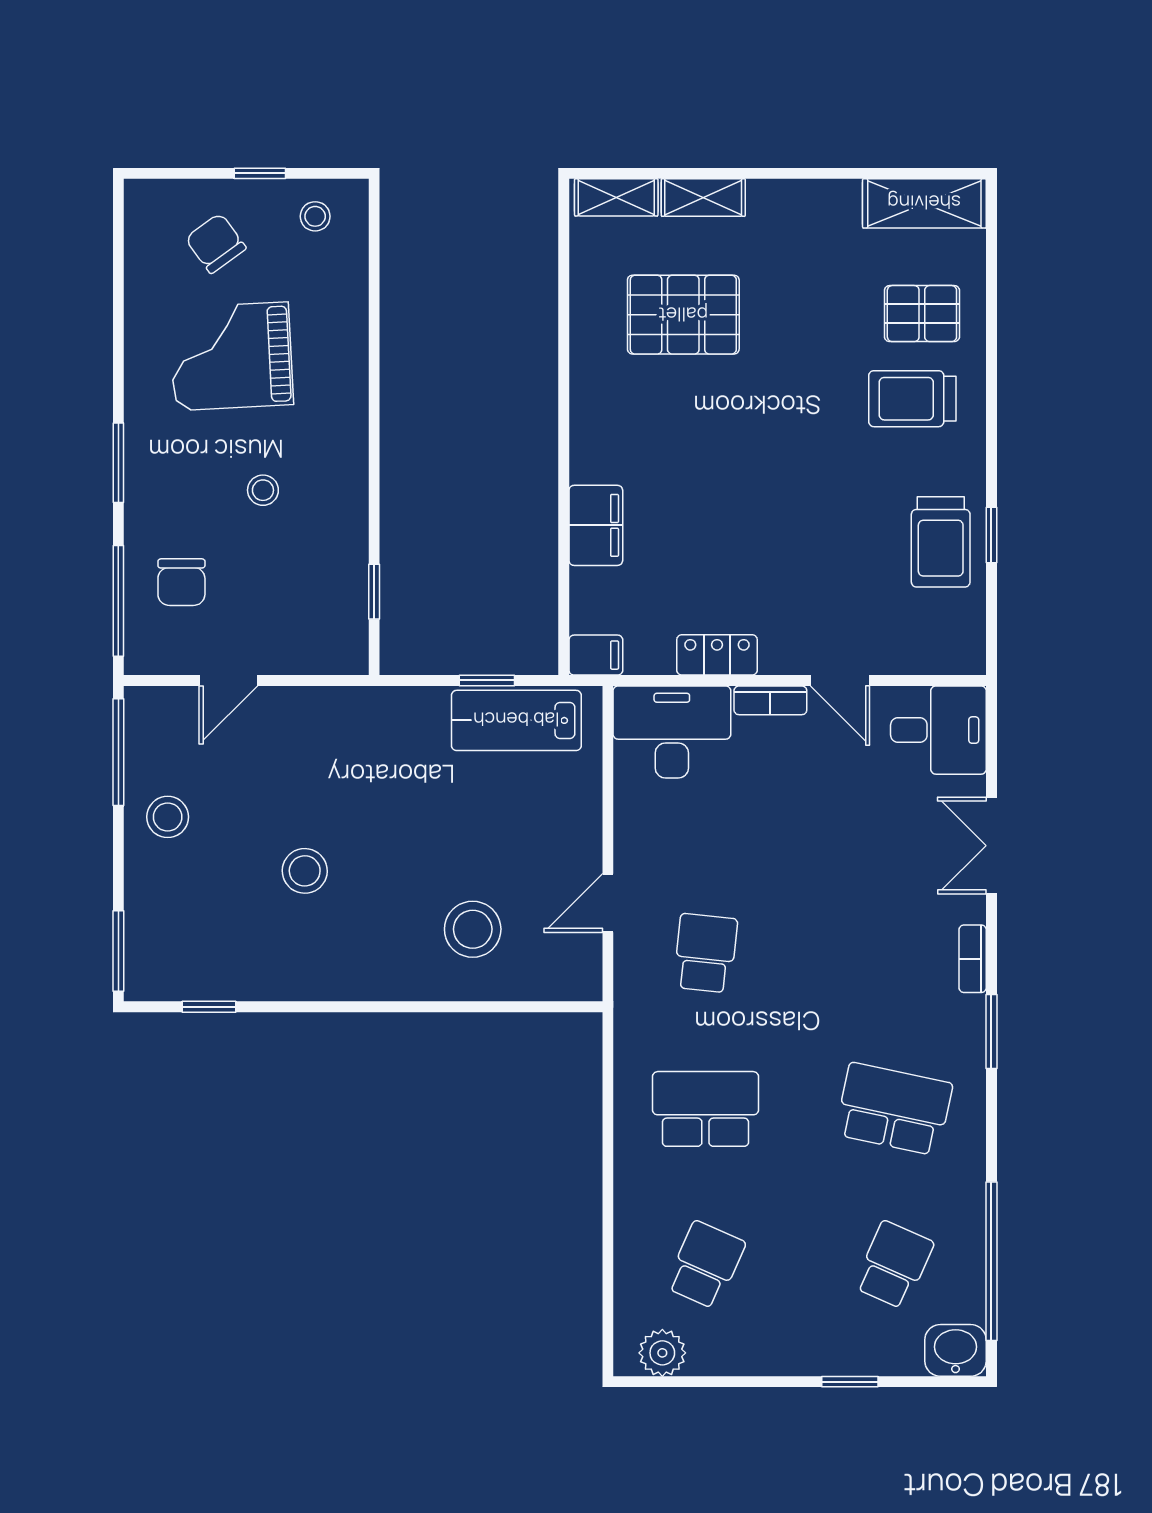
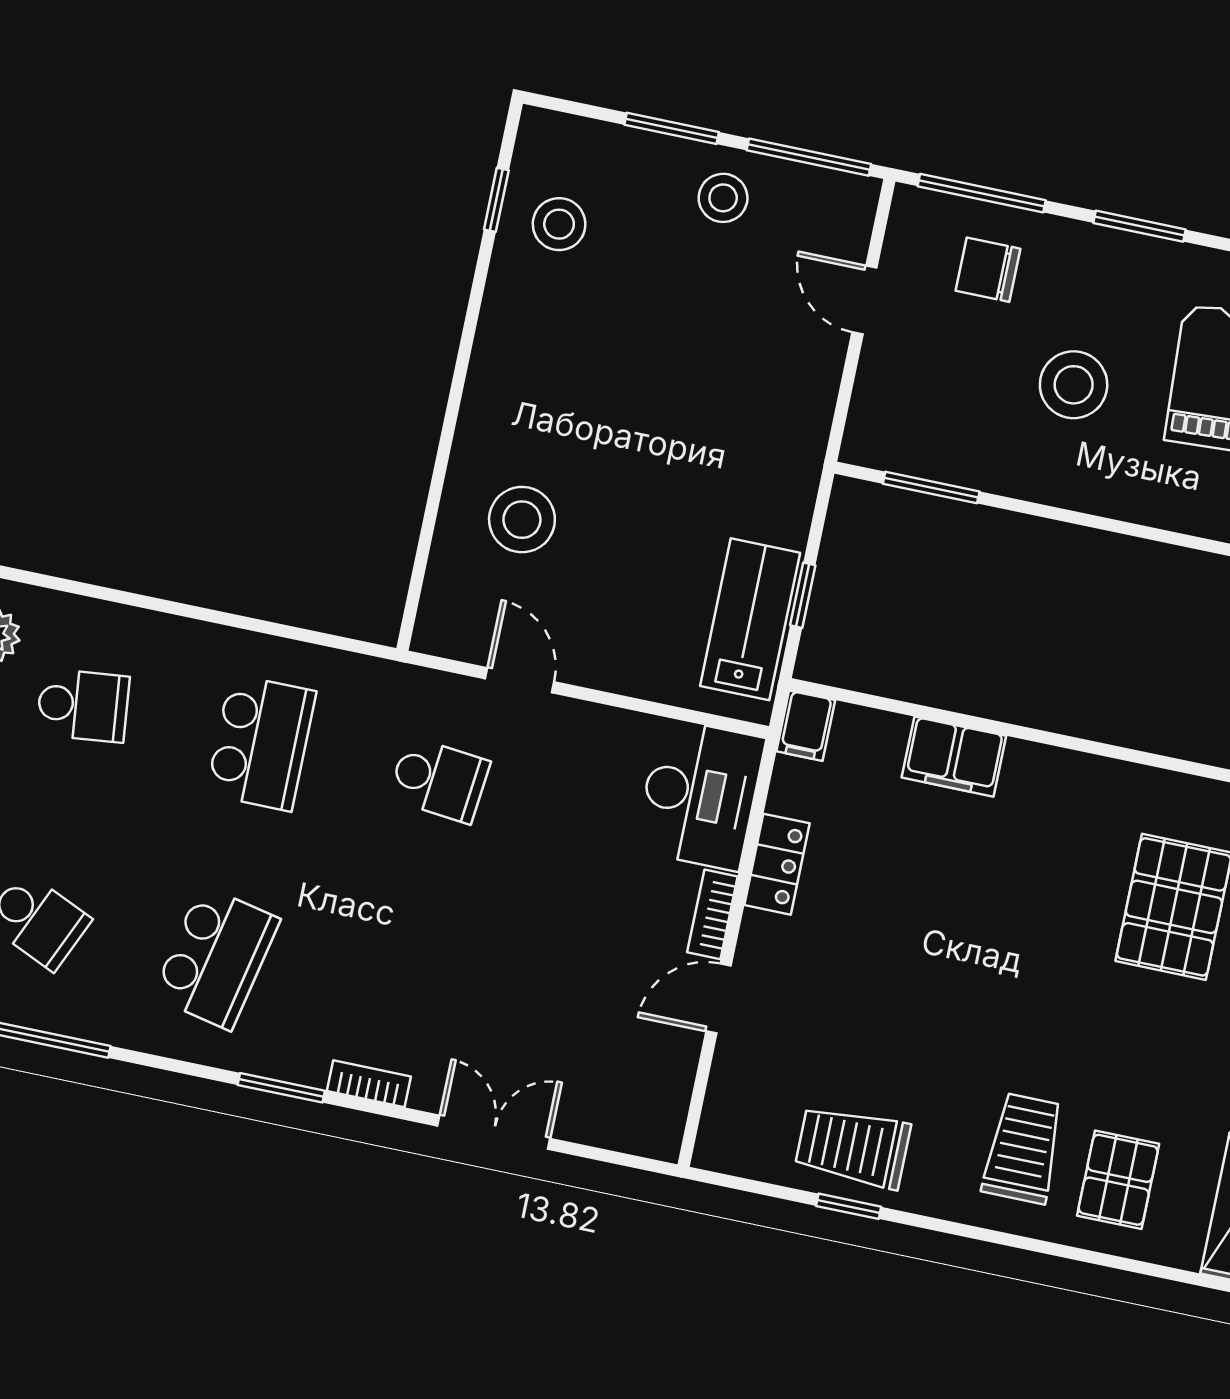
stool: (263, 490) -> (1074, 385), width x1.89, depth x1.89
window: (374, 592) -> (931, 488), width x1.50
desk: (938, 730) -> (638, 1099), removed
stool: (305, 871) -> (559, 224), moved
window: (118, 951) -> (672, 128), moved
school desk: (705, 1265) -> (83, 705), turned -30

